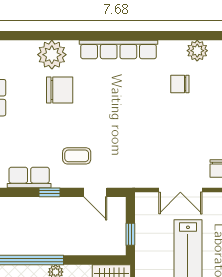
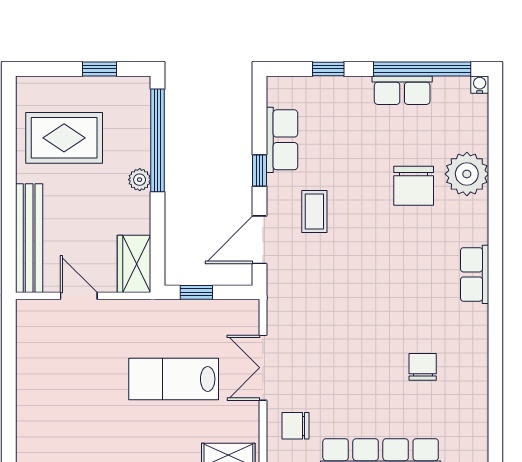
row of seats: (119, 50) -> (475, 274), width x0.50
plant: (197, 51) -> (473, 393), removed
door: (95, 192) -> (259, 240), width x1.38

